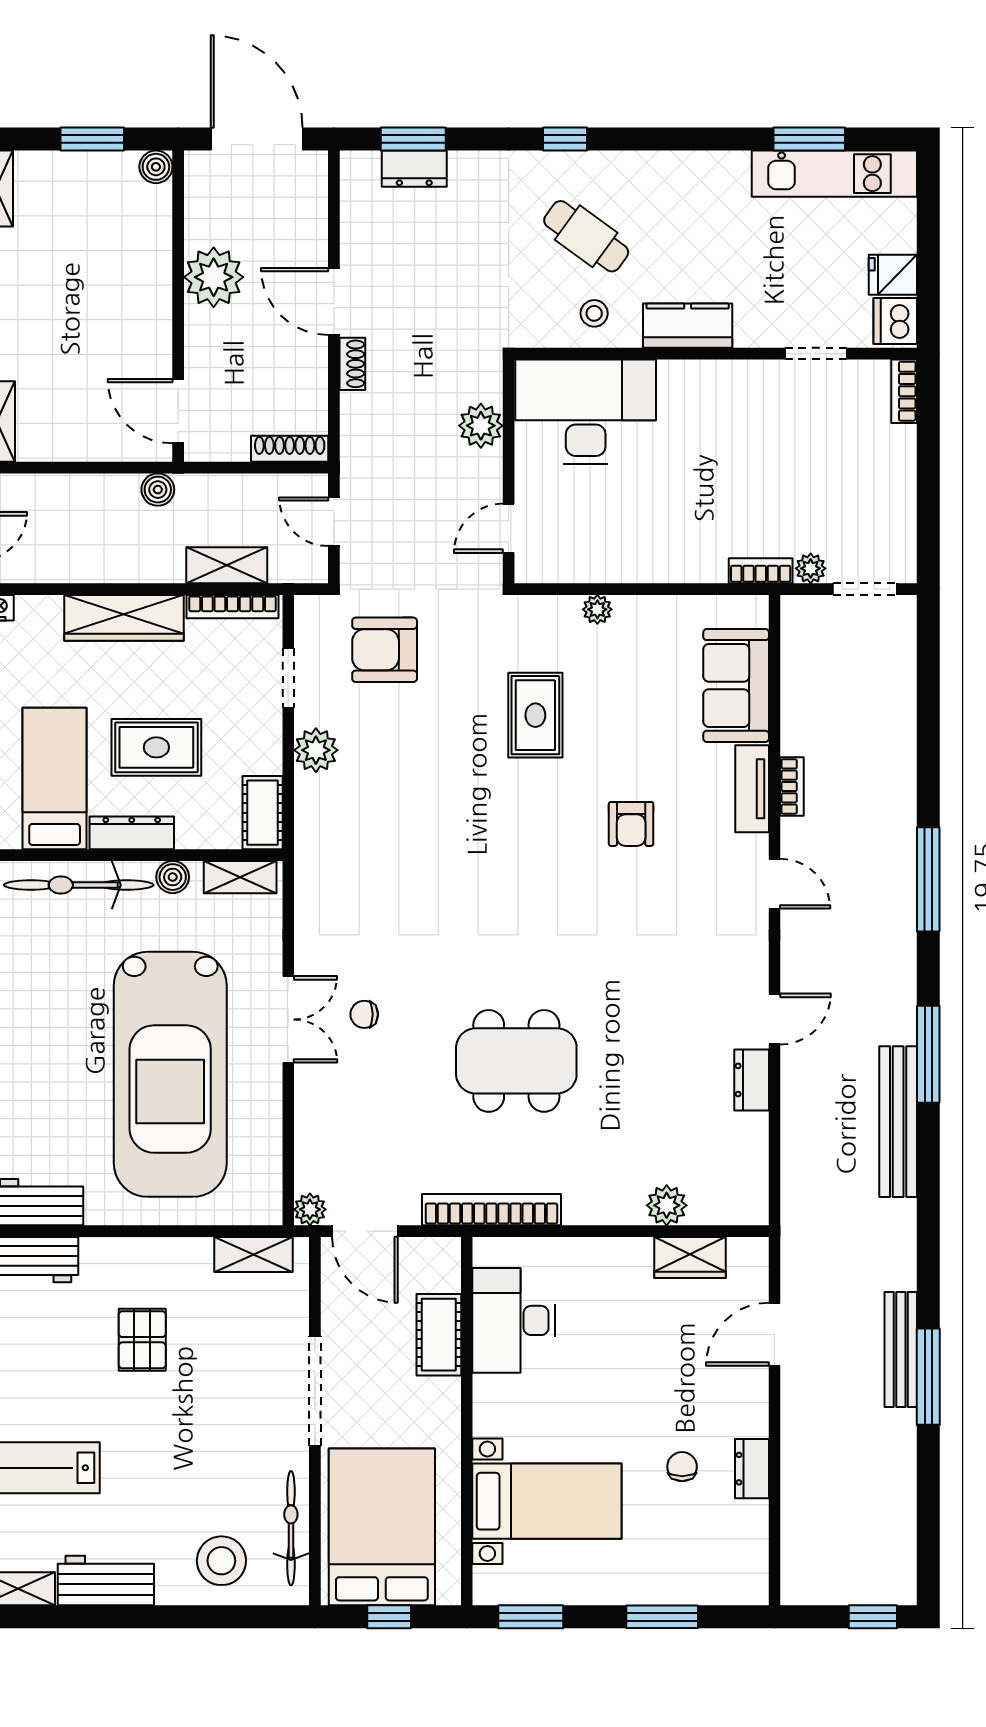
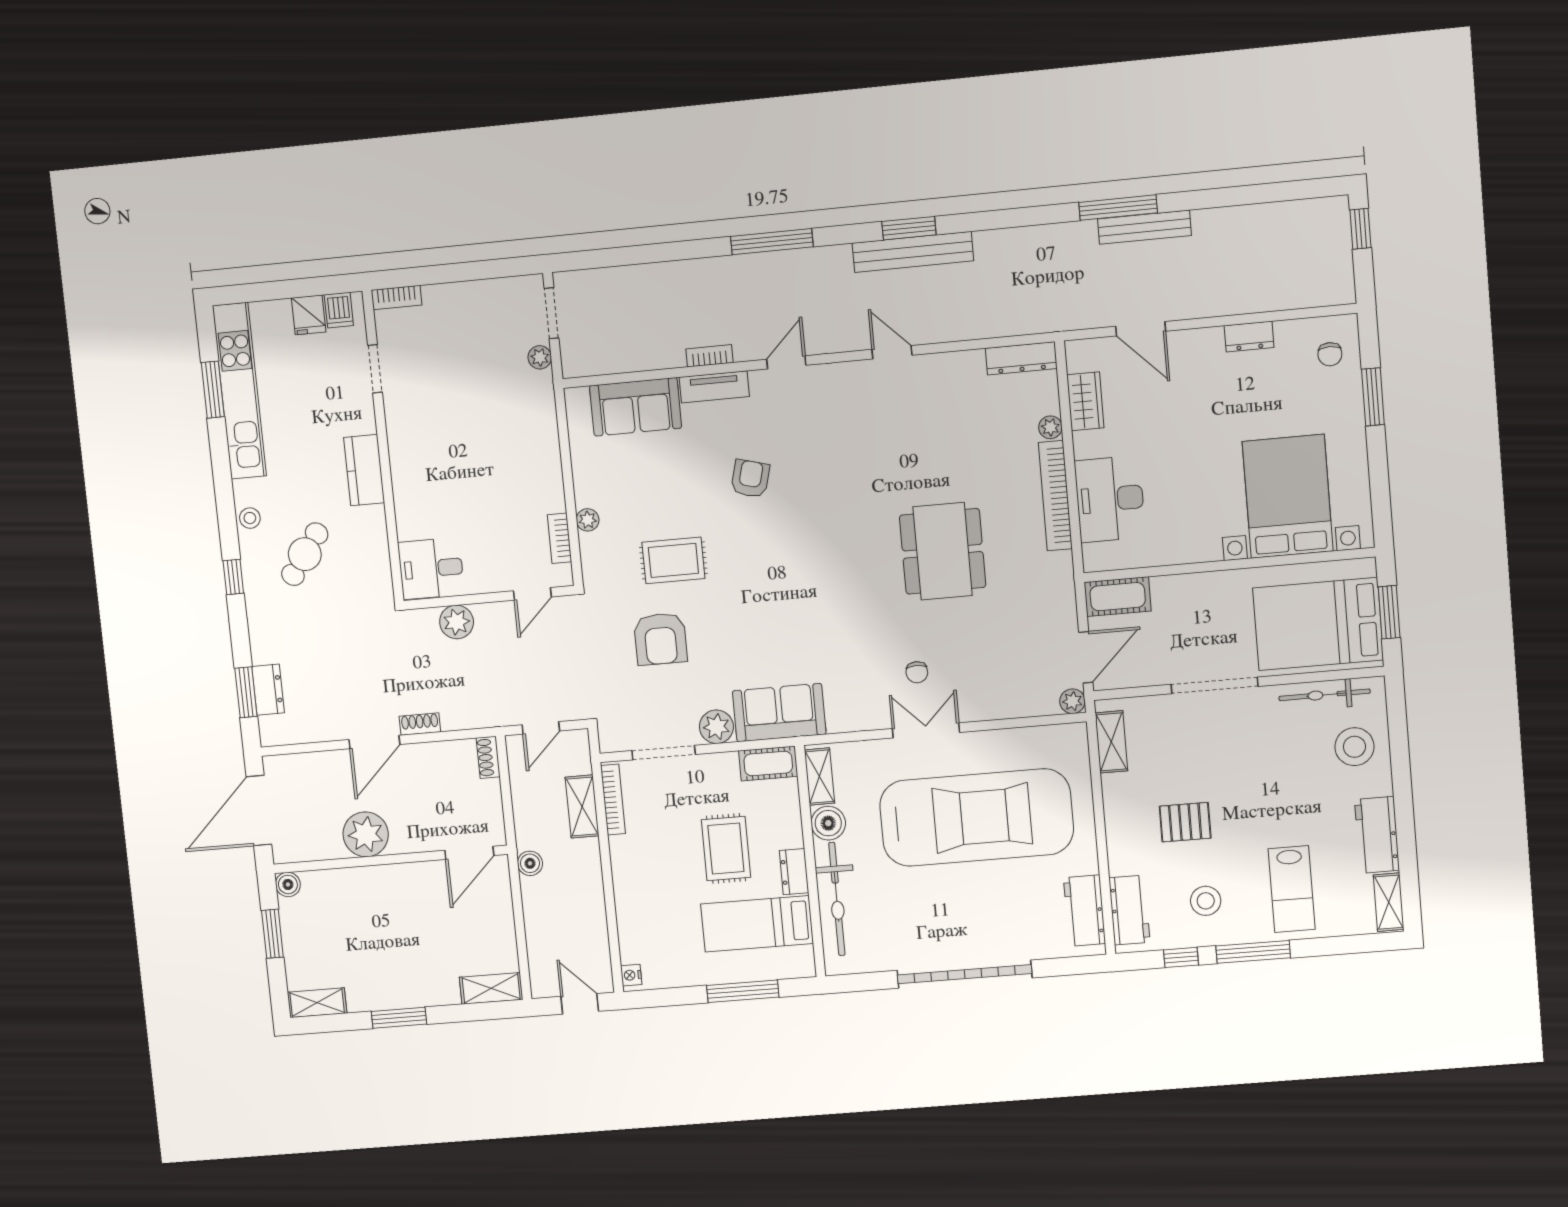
kitchen unit: (834, 174) -> (239, 391), width x1.36
stool: (594, 313) -> (250, 518), moved
dishwasher: (895, 321) -> (339, 310), width x0.73
desk: (586, 412) -> (431, 568), width x0.53, depth x0.77
shoe rack: (290, 449) -> (488, 757), width x0.70
door: (509, 528) -> (532, 594), hinge flipped
bookcase: (761, 571) -> (560, 538), moved
wardrobe: (124, 618) -> (630, 881), removed
armchair: (385, 650) -> (660, 639), moved
doorway: (288, 678) -> (664, 753), width x1.38
armchair: (631, 824) -> (750, 479), turned -75
dresser: (132, 833) -> (794, 872), width x0.70
sofa: (327, 833) -> (779, 713), added
boiler: (173, 877) -> (828, 823), width x1.36, depth x1.36
window: (928, 1054) -> (909, 228), width x0.69
dresser: (752, 1080) -> (1021, 358), moved, width x1.44
bench: (898, 1122) -> (913, 252), moved
plant: (667, 1205) -> (1050, 427), width x0.73, depth x0.73
bookcase: (491, 1210) -> (1055, 496), moved
desk: (514, 1320) -> (1110, 499), moved, turned 90
cot: (439, 1335) -> (1118, 597), moved
stool: (38, 1358) -> (1206, 901), added
window: (928, 1377) -> (1118, 208), moved
chair: (682, 1467) -> (1330, 354), moved, turned -90
bed with nightstands: (547, 1501) -> (1288, 496), width x1.36
window: (389, 1617) -> (1389, 612), width x1.50
window: (531, 1617) -> (1381, 501), removed

